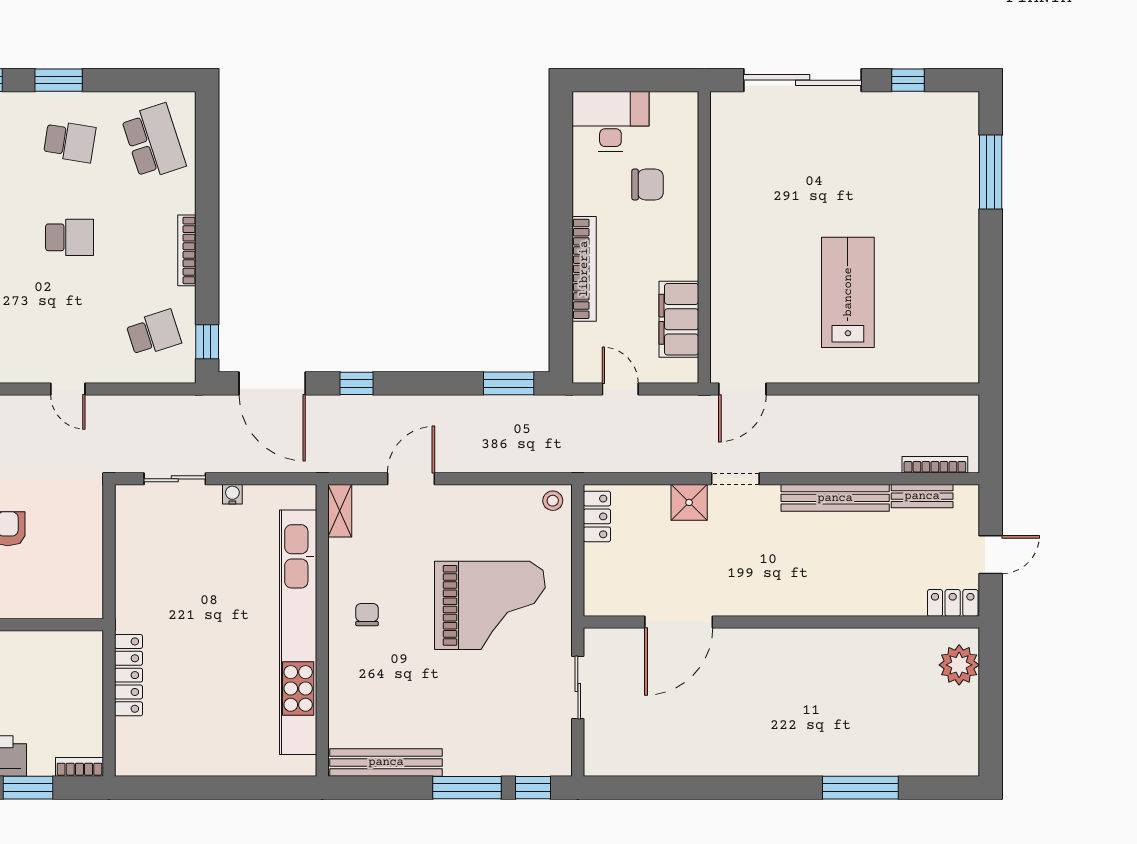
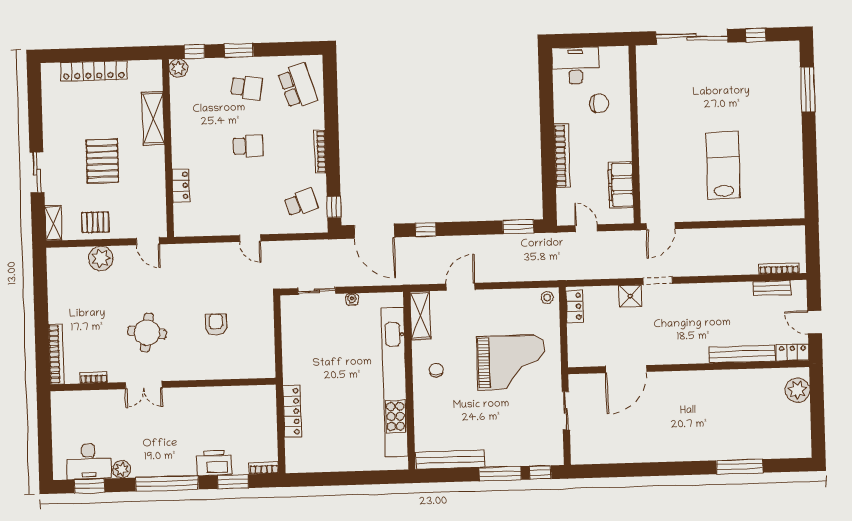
bench: (835, 498) -> (742, 354), moved
shelving: (340, 511) -> (420, 315), width x1.50, depth x1.33
door: (991, 555) -> (815, 322), swing flipped

